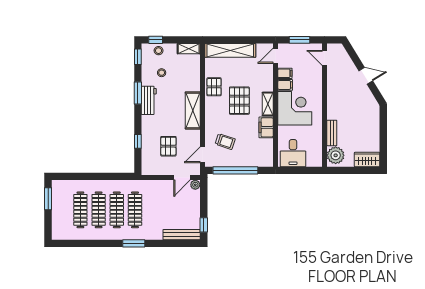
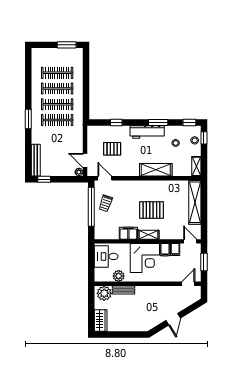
pallet: (214, 87) -> (163, 188), removed
workbench: (149, 100) -> (147, 132), width x1.37
shelving: (193, 110) -> (156, 170), moved
plant: (316, 139) -> (119, 276), added
trolley: (225, 142) -> (106, 203), moved

